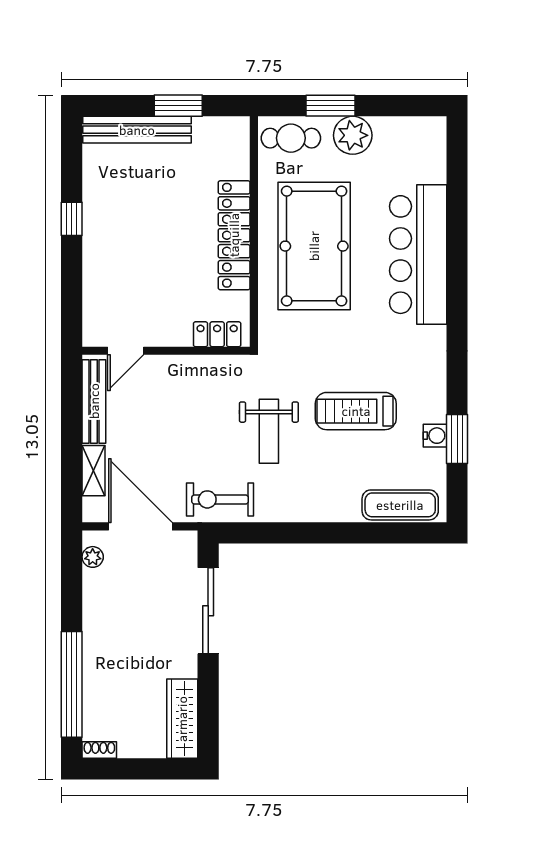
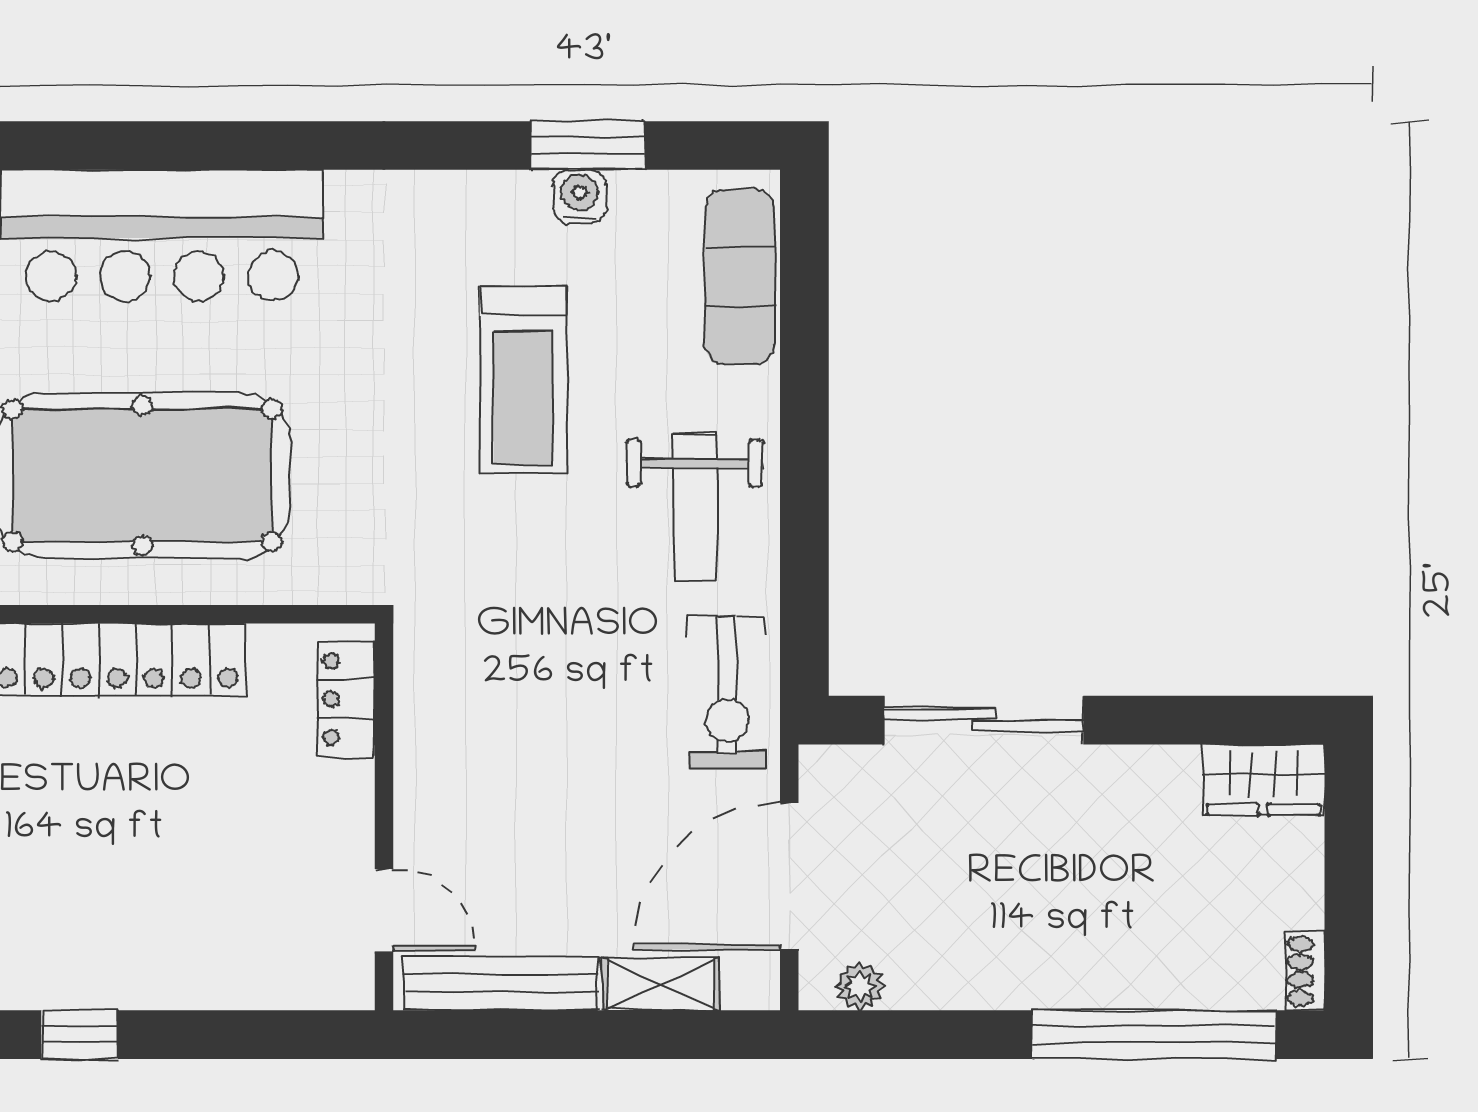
weight bench: (269, 431) -> (695, 507), moved, turned 90
wardrobe: (182, 719) -> (1263, 780), width x0.67

